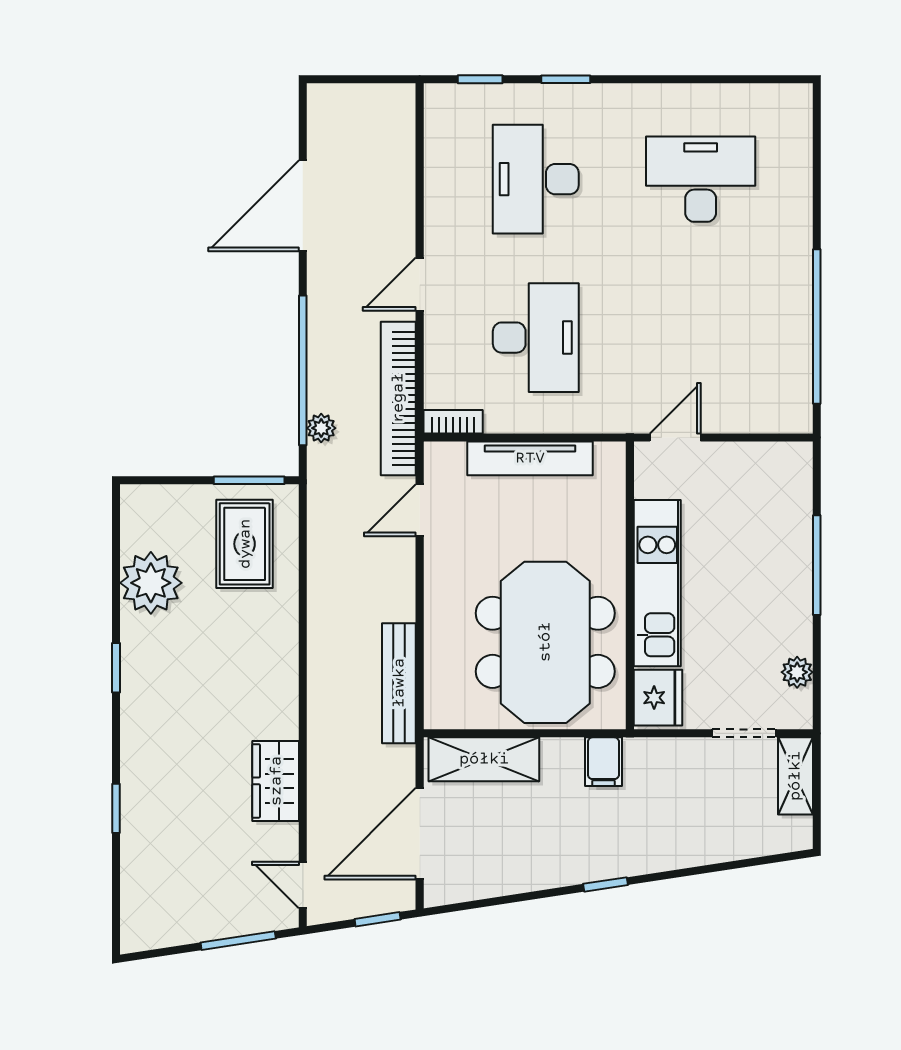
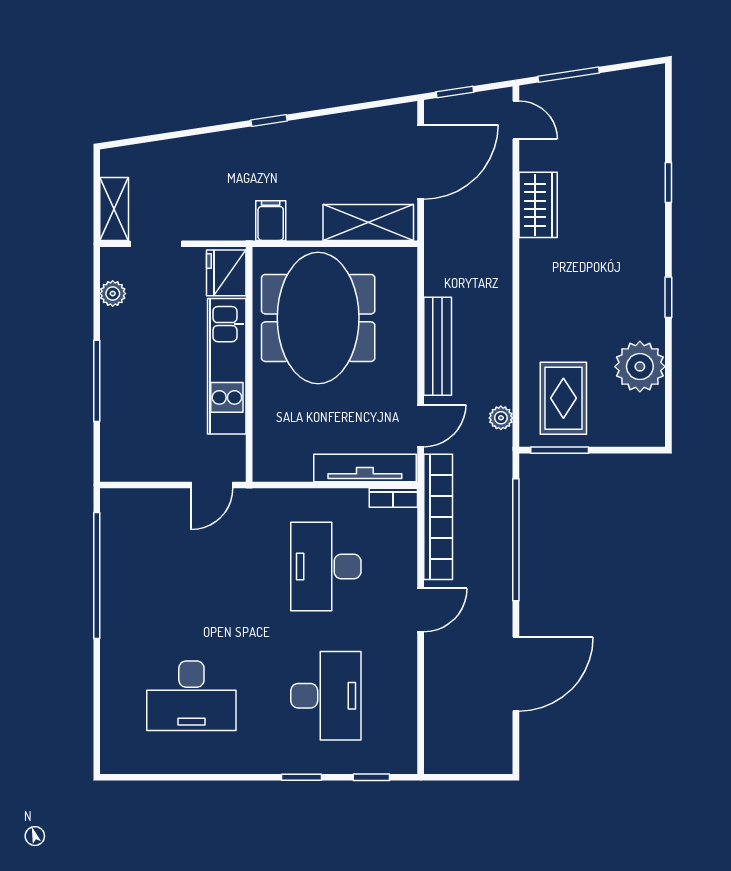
plant: (321, 428) -> (501, 418), moved
tv unit: (530, 458) -> (365, 468), moved
bench: (399, 683) -> (438, 346), moved

